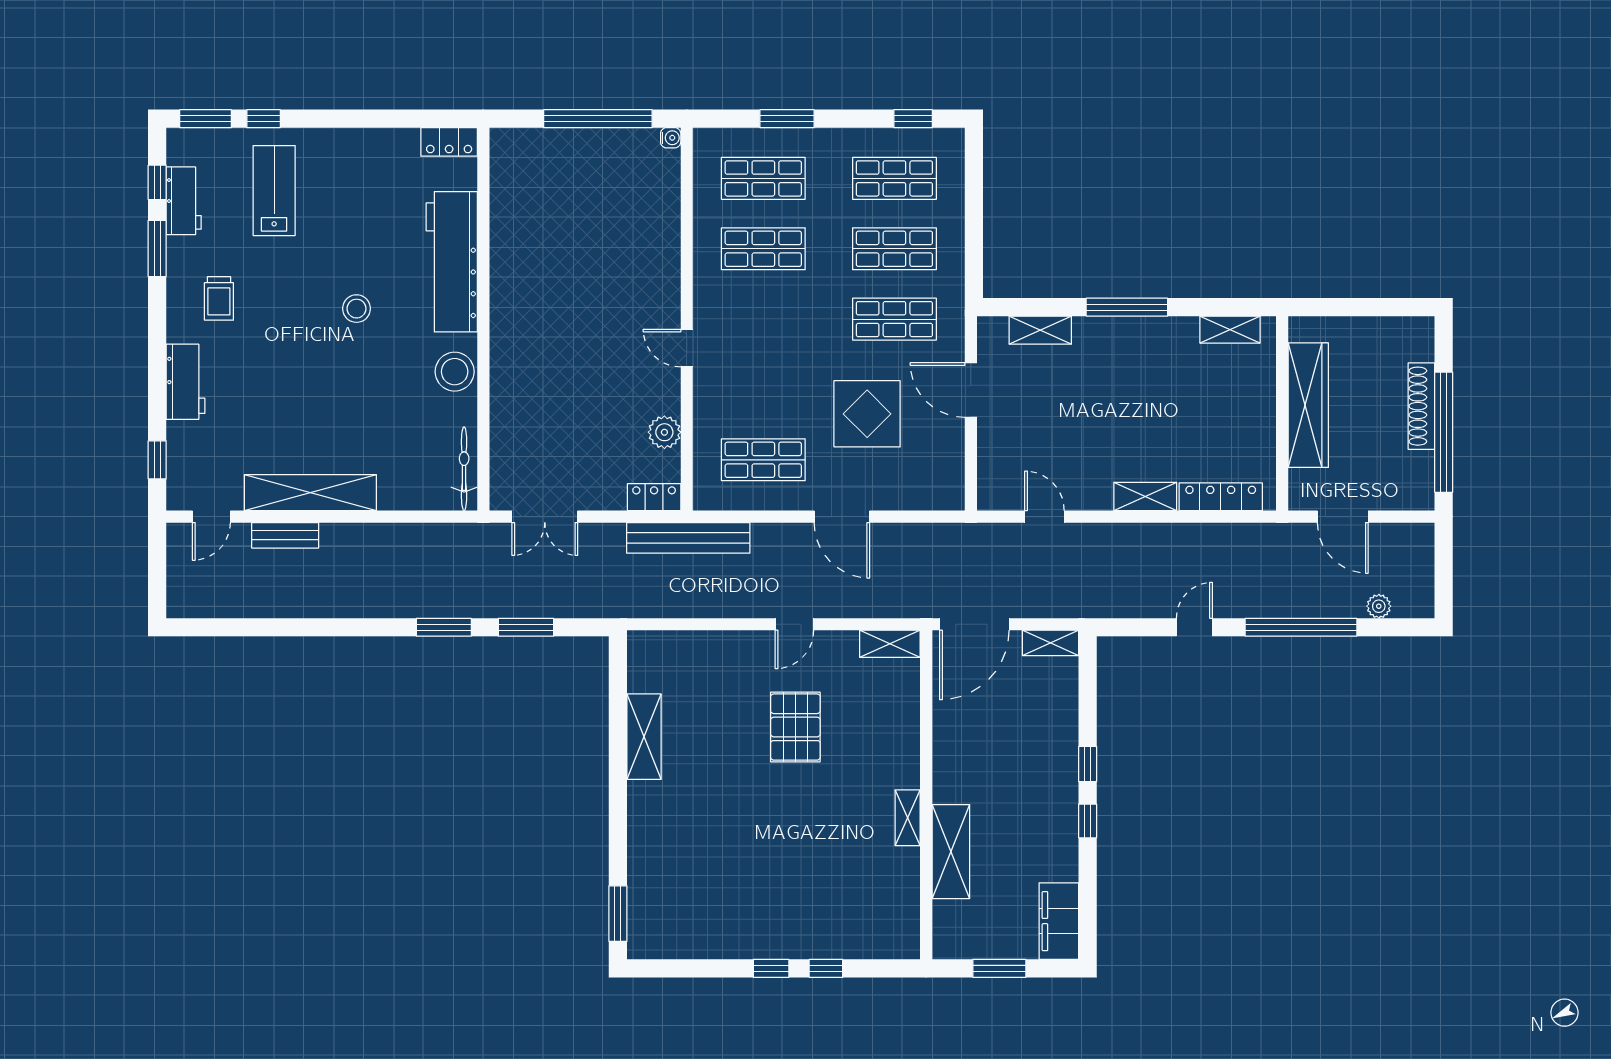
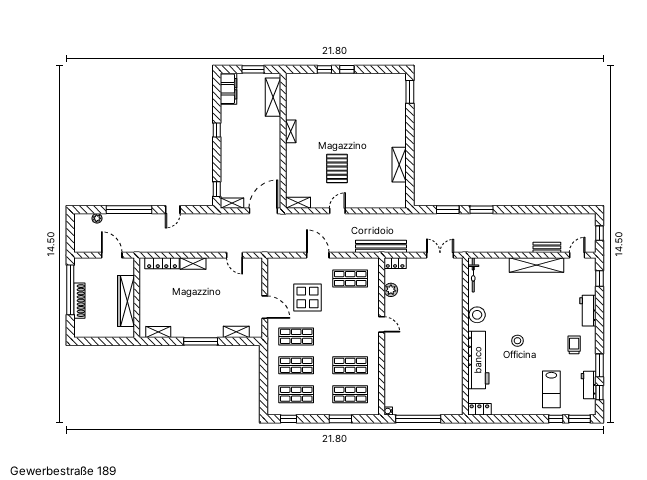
window: (157, 570) -> (599, 233), added
window: (1088, 764) -> (217, 189), moved
shelving: (951, 852) -> (273, 97), moved

